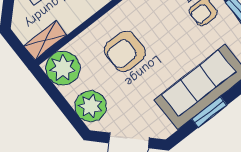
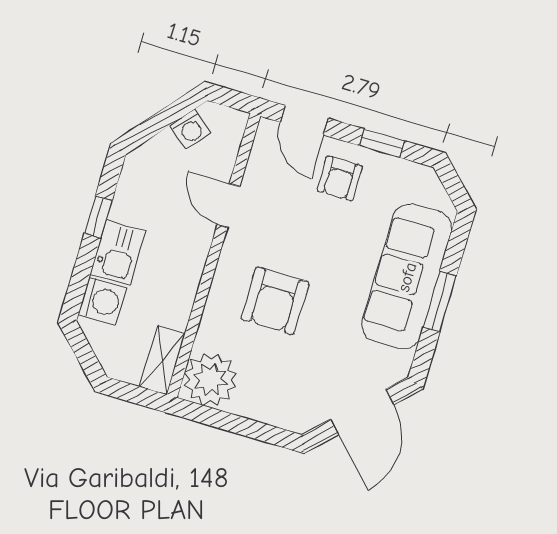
plant: (91, 106) -> (281, 403), removed

